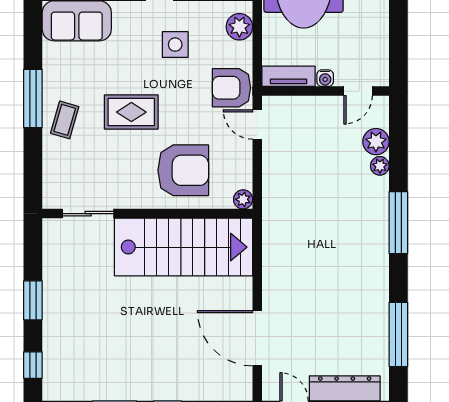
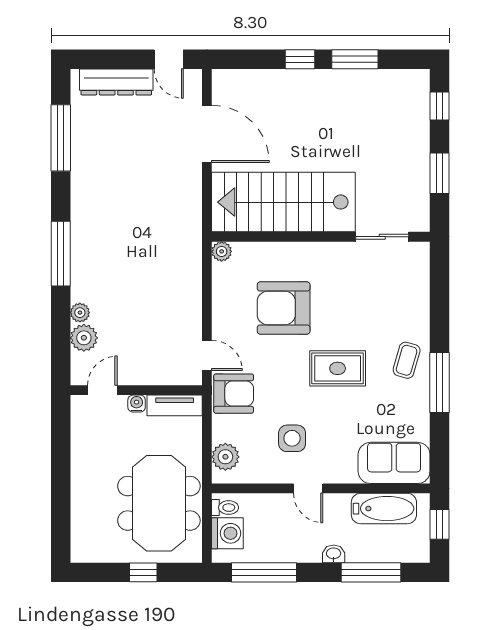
plant: (243, 199) -> (222, 251), moved
sliding door: (88, 214) -> (382, 237), moved
wall: (147, 214) -> (321, 237), moved
stairs: (184, 247) -> (283, 202), moved

